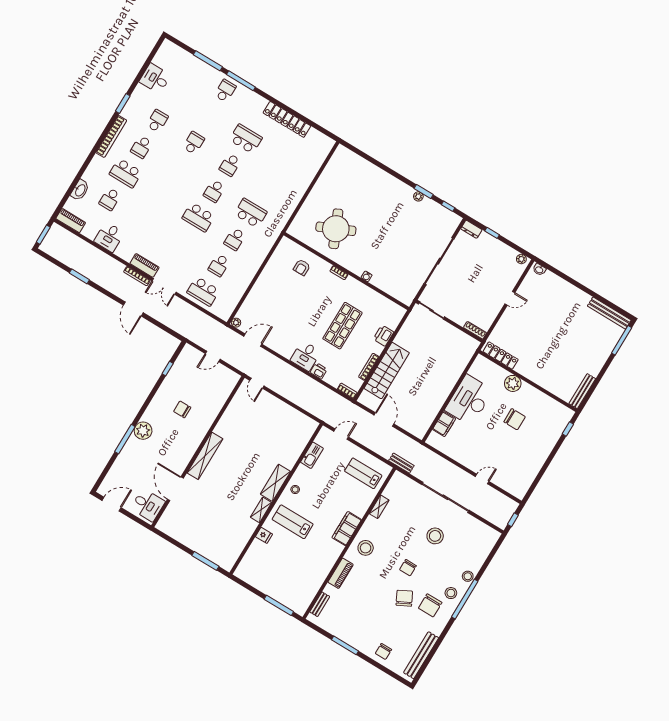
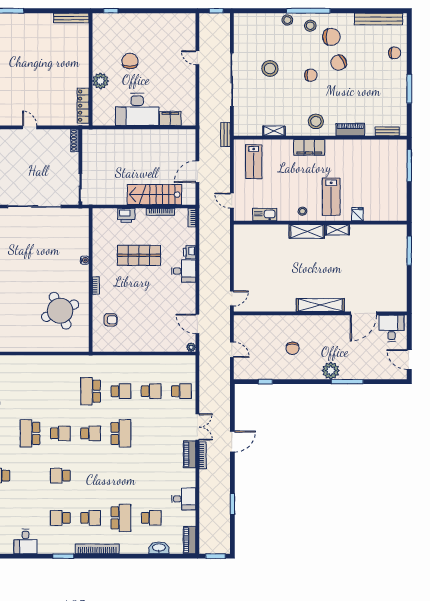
school desk: (203, 291) -> (181, 391), width x0.54

